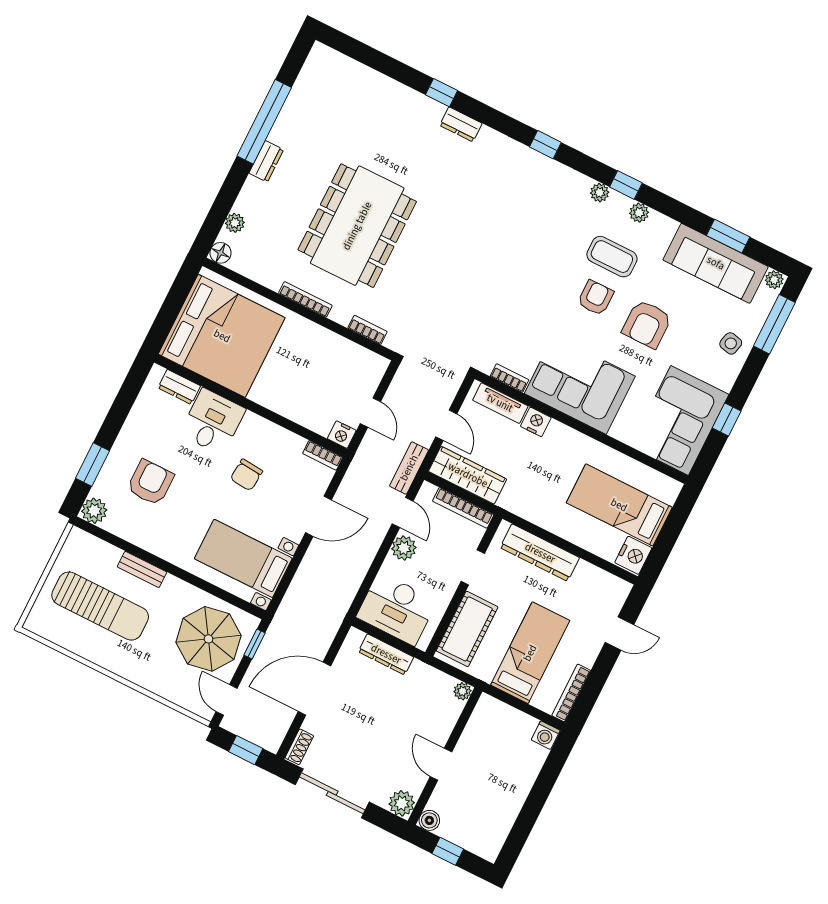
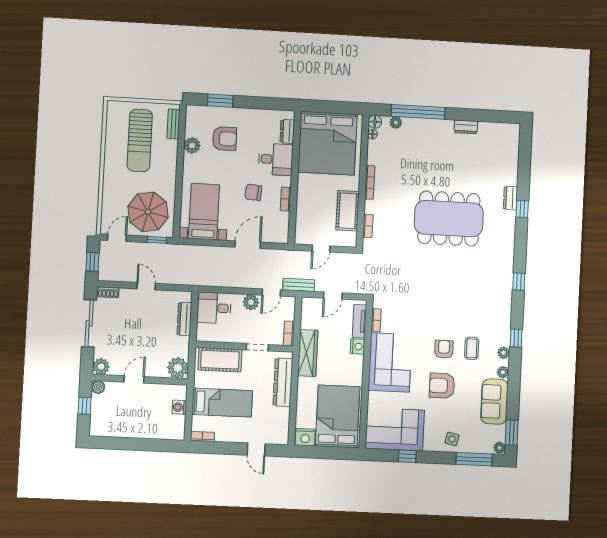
window: (264, 122) -> (418, 112), moved
dresser: (461, 124) -> (510, 198), moved
dresser: (266, 161) -> (466, 127), moved
plant: (600, 193) -> (503, 372), moved
dining table: (357, 226) -> (449, 219), moved
window: (728, 236) -> (512, 433), moved
coffee table: (612, 257) -> (472, 348), width x0.73, depth x0.77
sofa: (716, 263) -> (494, 402), width x0.73
floor lamp: (237, 264) -> (373, 134), added
armchair: (595, 298) -> (444, 349), turned -90
cot: (333, 350) -> (348, 211), added
nightstand: (342, 435) -> (301, 237), removed
bookcase: (323, 455) -> (286, 199), moved
wardrobe: (468, 475) -> (308, 353), moved
bed: (619, 505) -> (338, 416), width x1.50
bookcase: (463, 508) -> (289, 333), width x0.64
plant: (94, 511) -> (192, 145), moved
door: (318, 516) -> (248, 245), swing flipped
bench: (142, 569) -> (173, 124), moved
desk: (397, 609) -> (214, 308), width x0.73
door: (314, 689) -> (146, 286), width x0.53
plant: (463, 691) -> (178, 368), width x1.88, depth x1.88
bookcase: (571, 693) -> (202, 436), width x0.64
washing machine: (546, 735) -> (179, 407), moved

